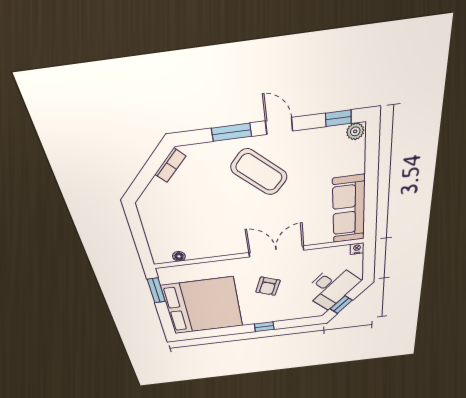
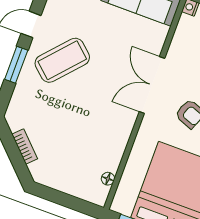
bookcase: (170, 165) -> (25, 146), moved

